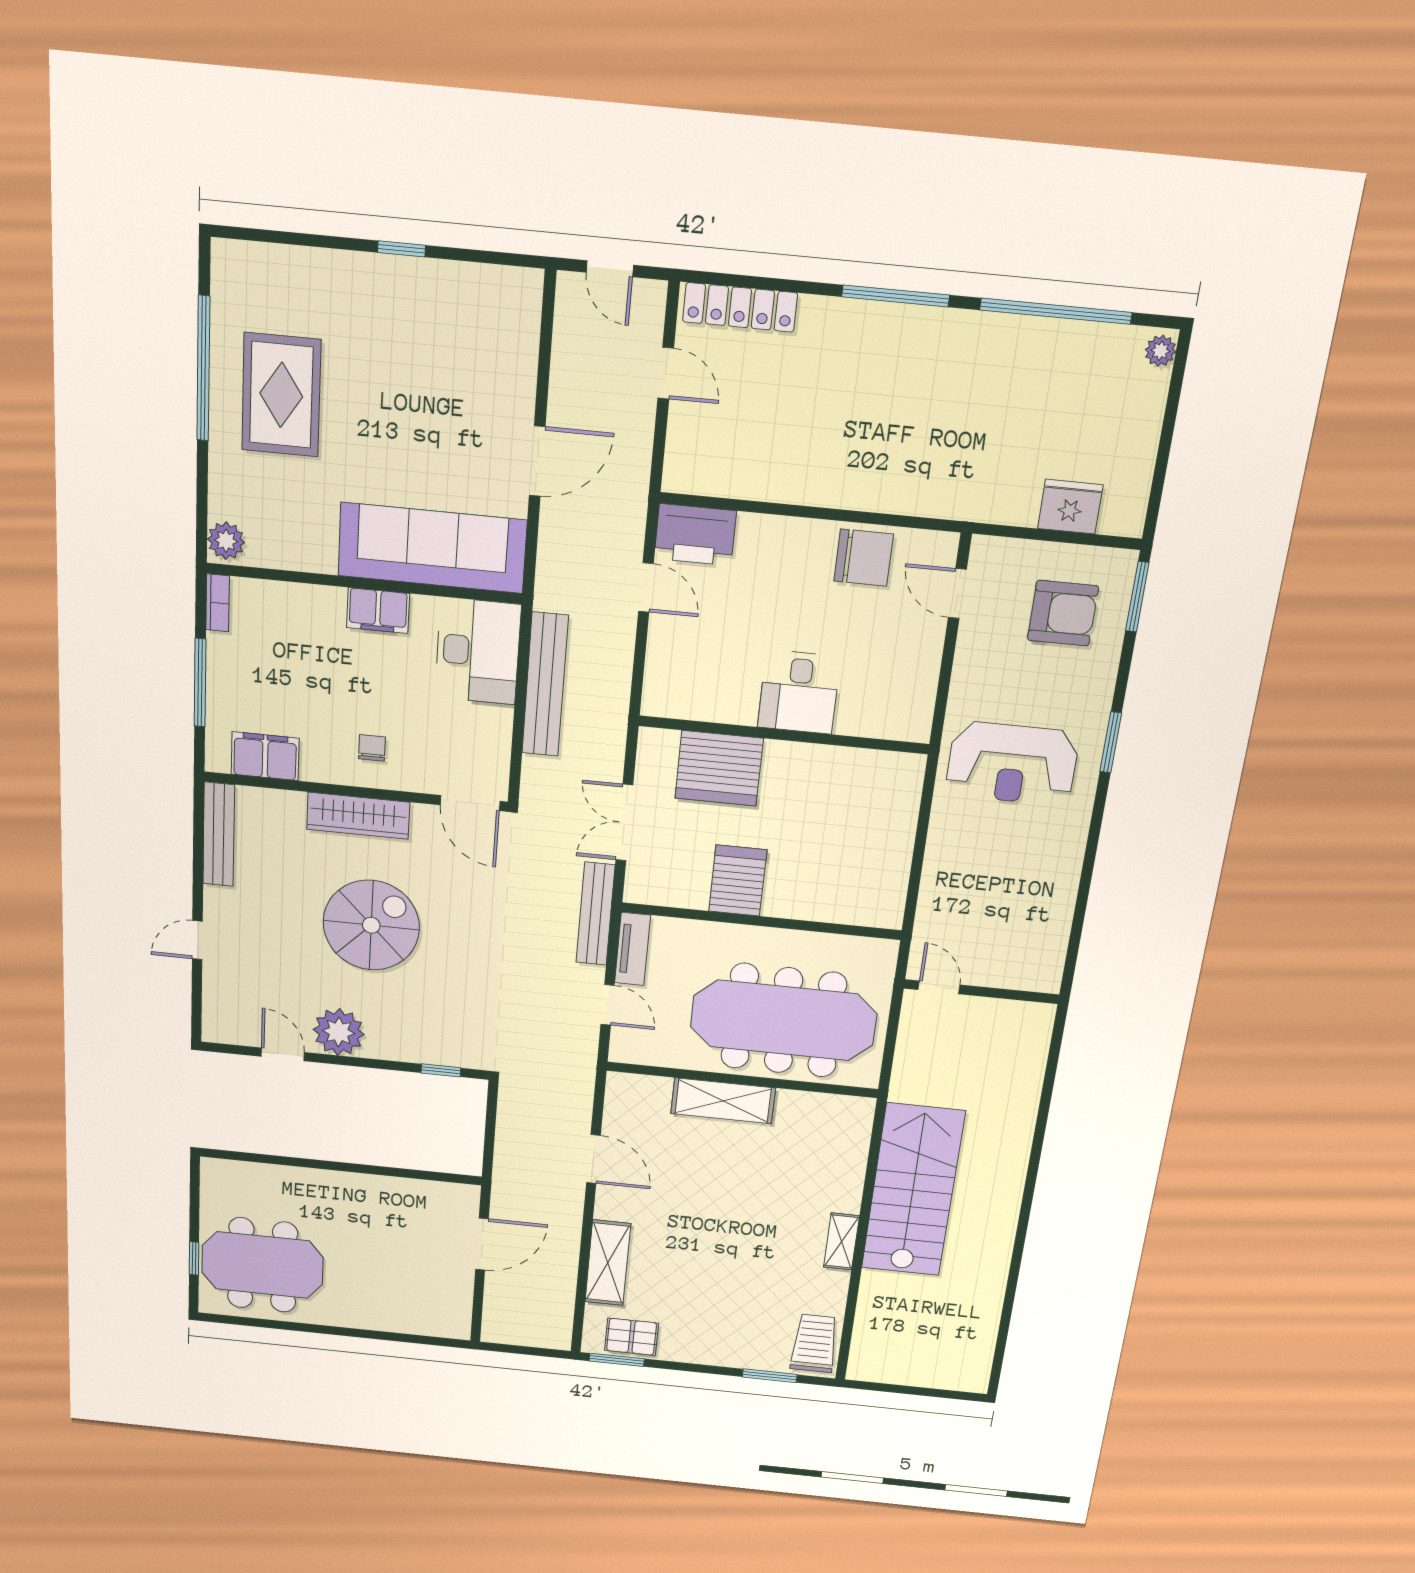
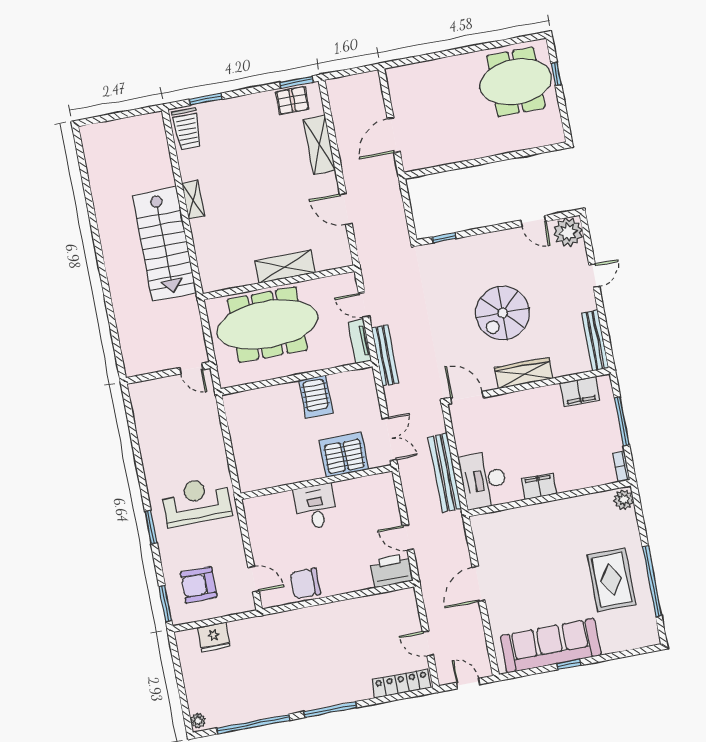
sofa: (432, 548) -> (551, 646), moved, turned 180
chair: (372, 748) -> (525, 413), removed
double door: (624, 823) -> (389, 439), moved
plant: (339, 1032) -> (568, 232), moved

